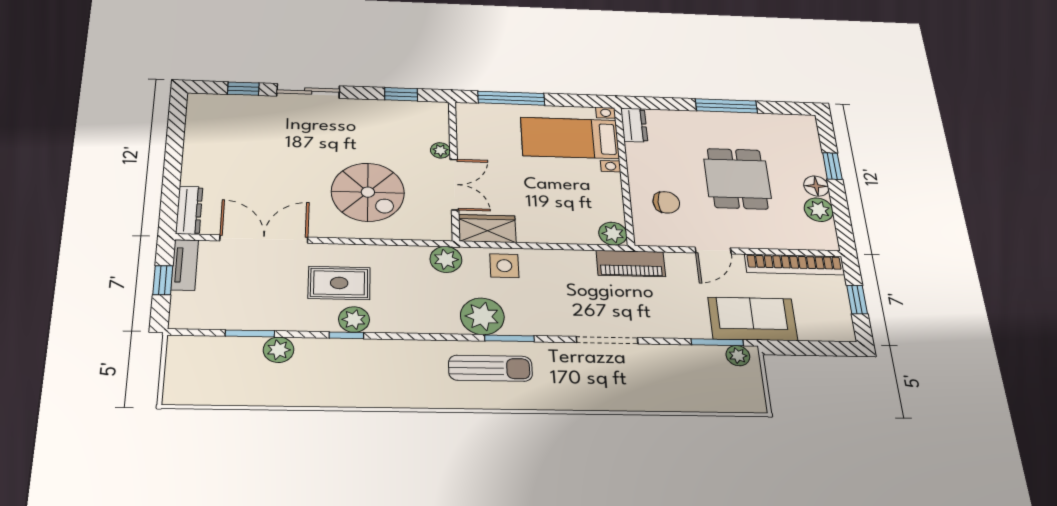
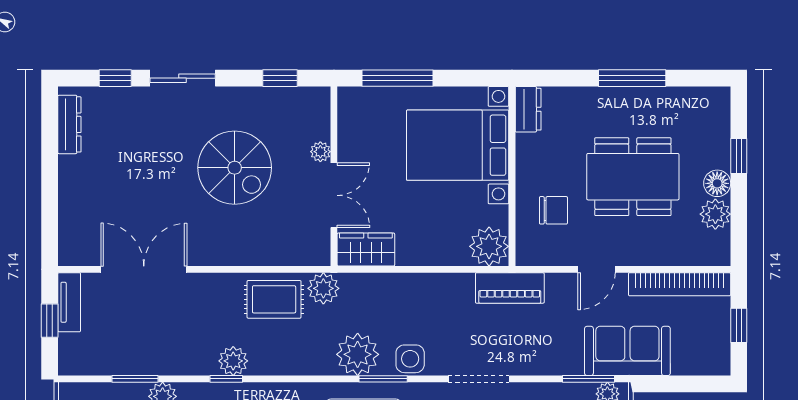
bed with nightstands: (570, 138) -> (458, 145), width x1.36
dining table: (737, 179) -> (633, 177), width x1.37
spiral stairs: (368, 192) -> (235, 168), moved
dresser: (189, 210) -> (69, 124), moved
plant: (613, 234) -> (489, 246), width x1.36, depth x1.36
side table: (504, 266) -> (410, 359), moved
rug: (339, 283) -> (274, 299), moved

